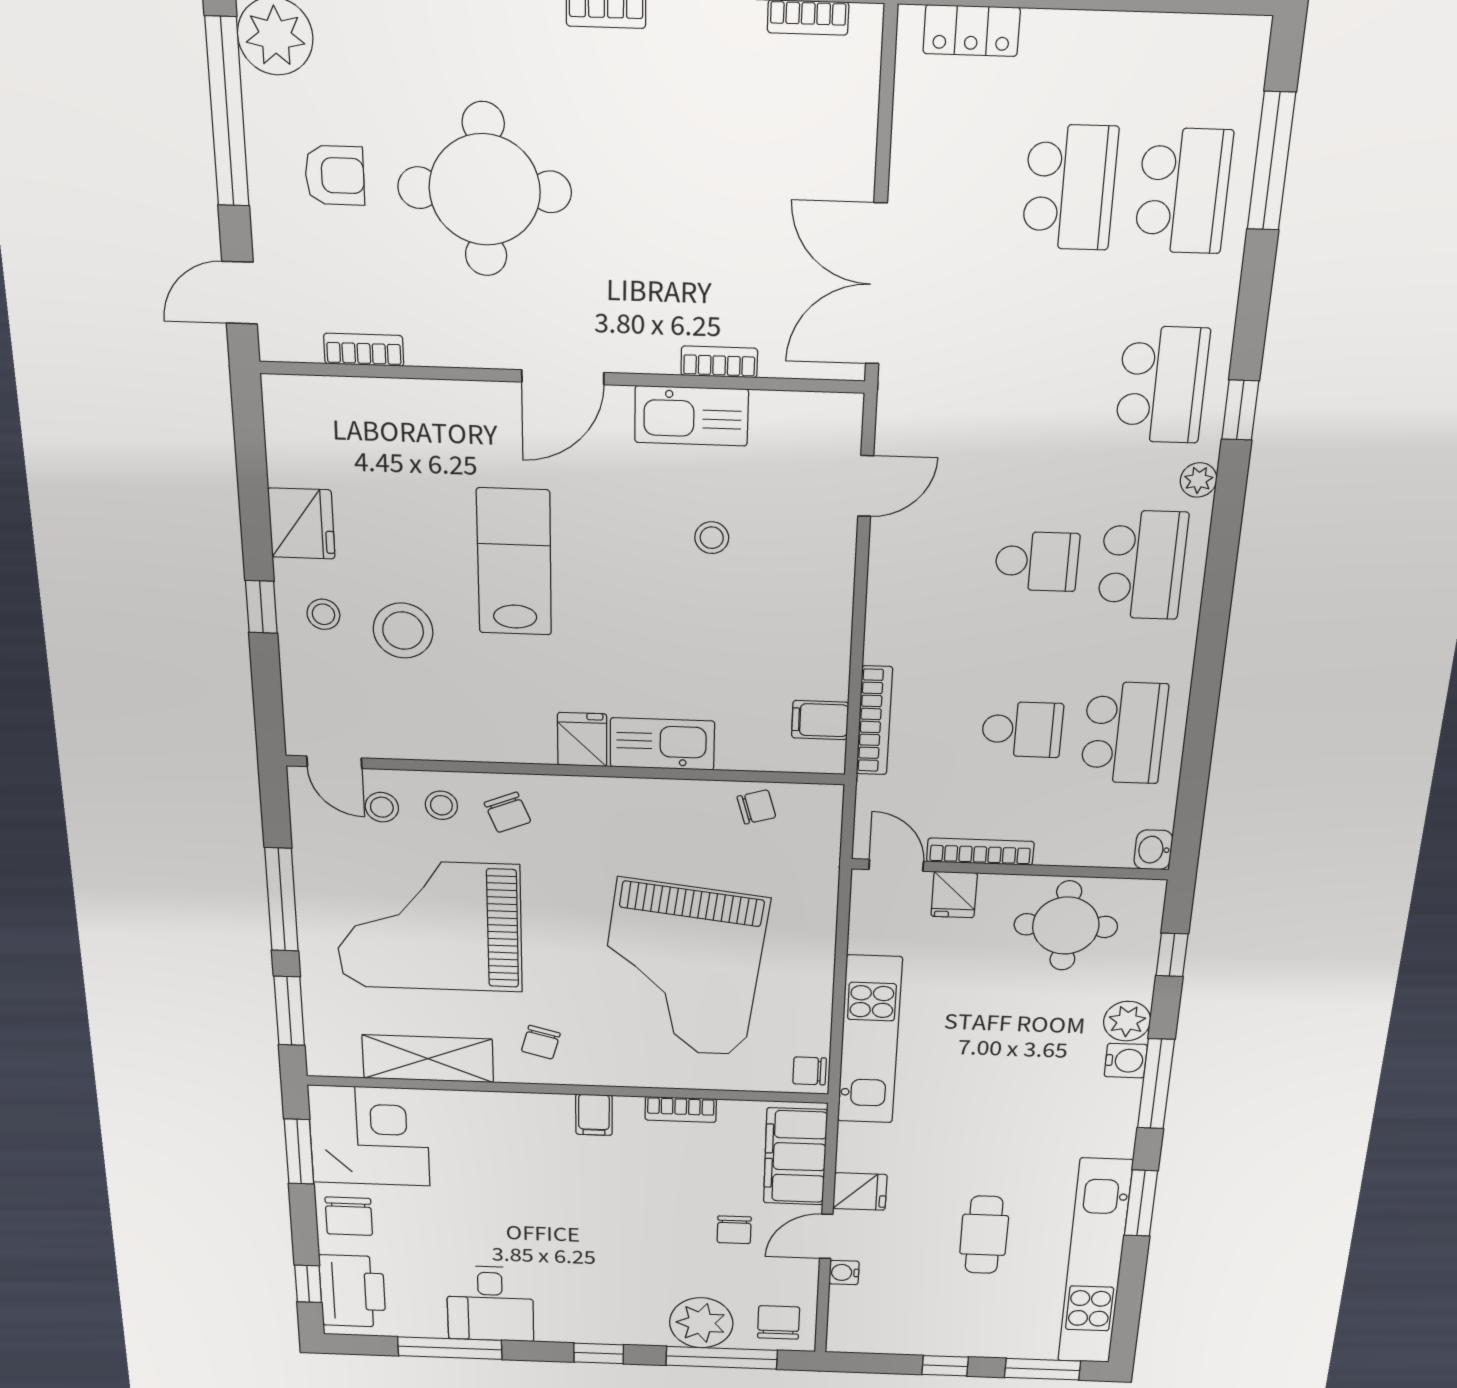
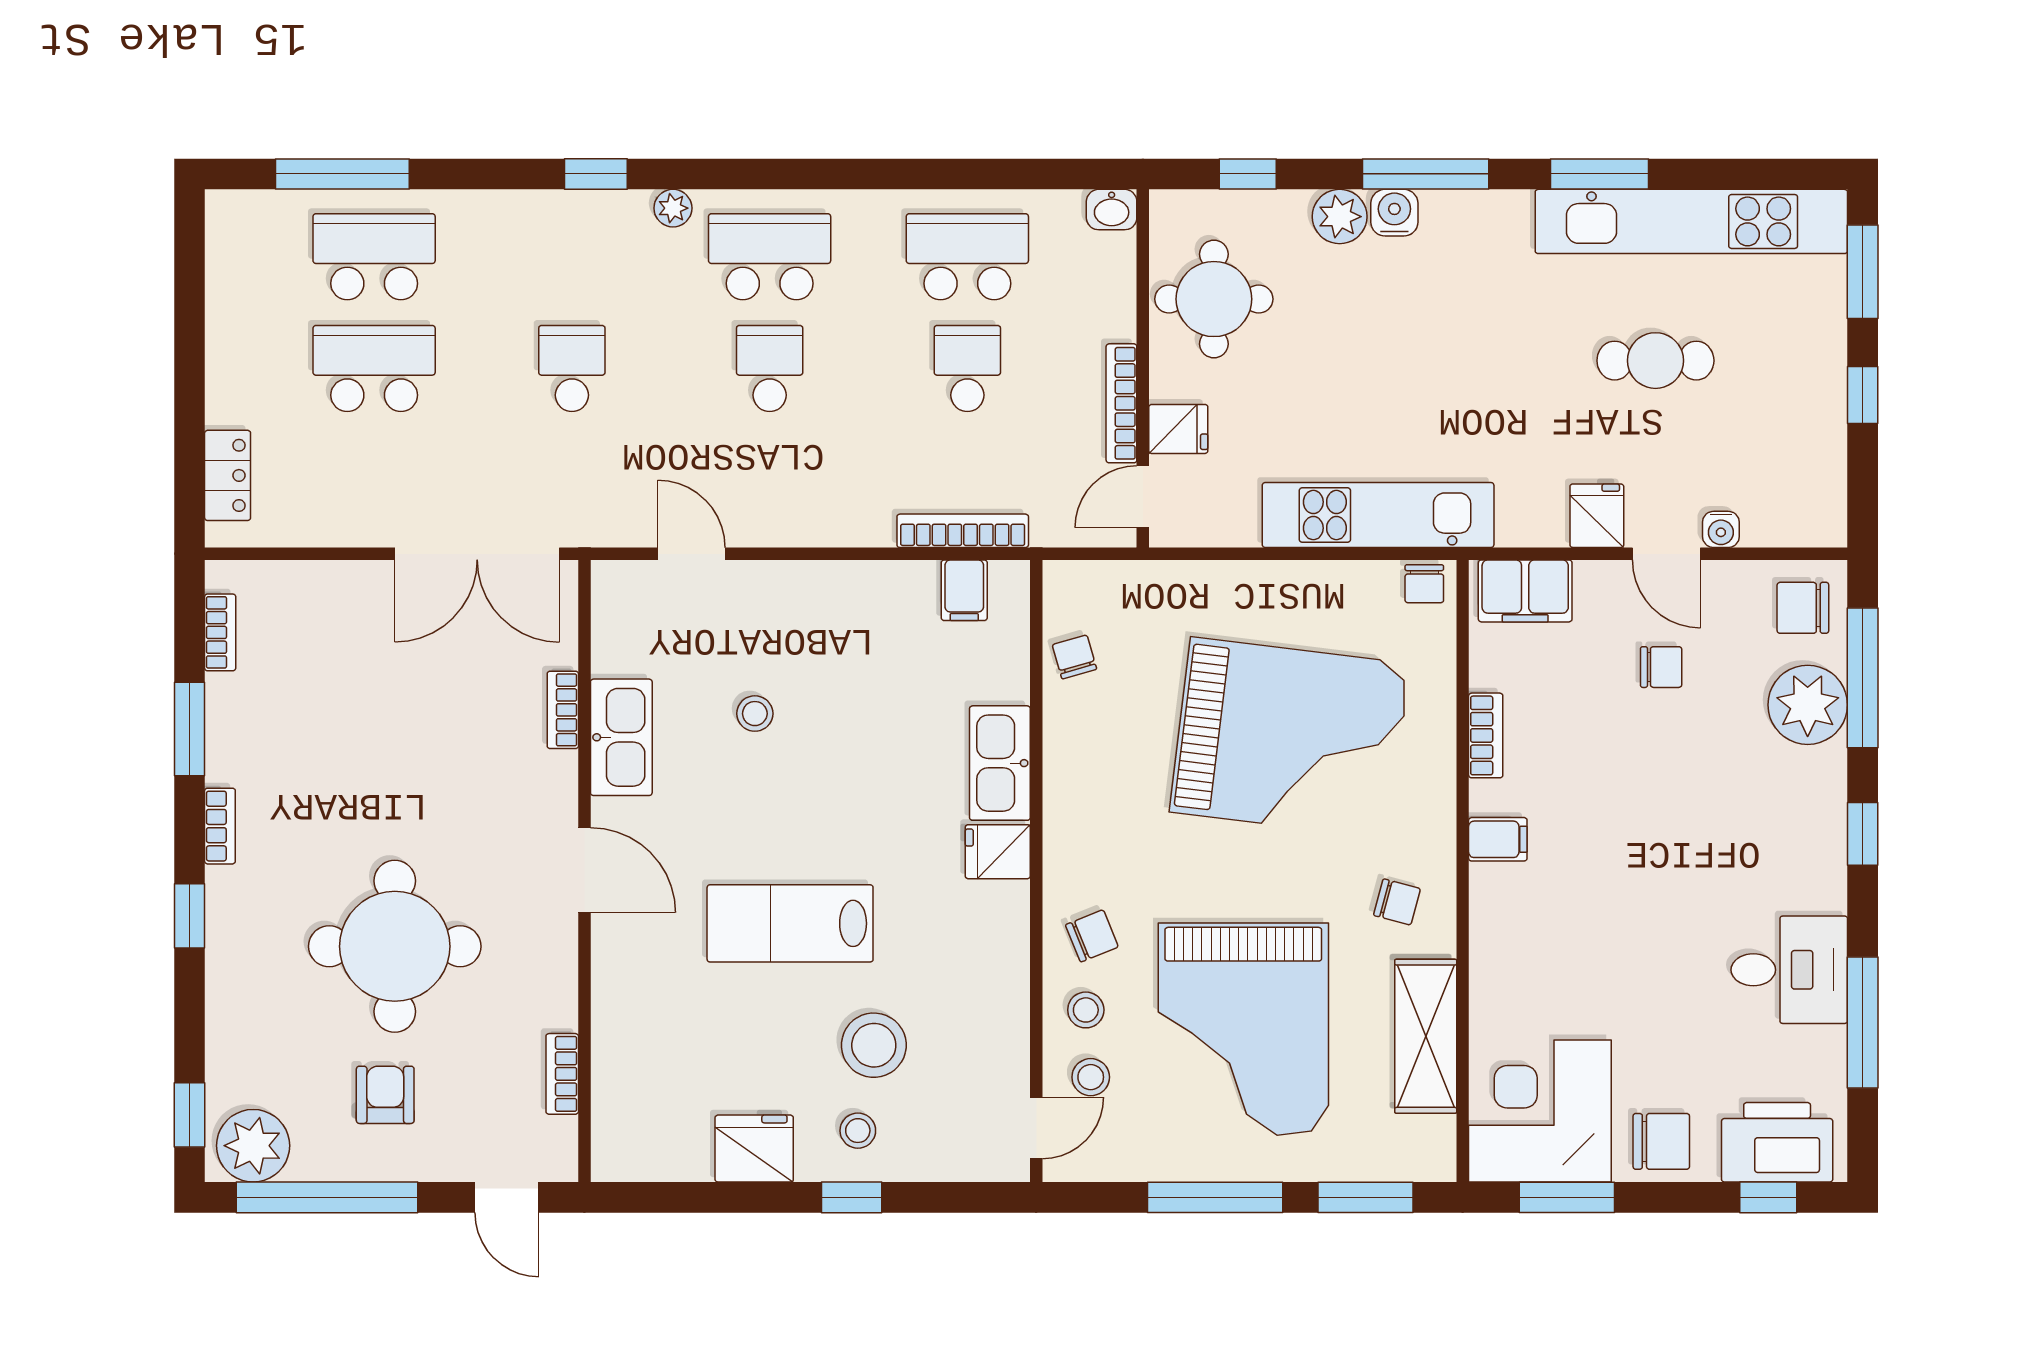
school desk: (1162, 385) -> (572, 368), moved, width x0.54
filing cabinet: (795, 1157) -> (1525, 591), width x0.67, depth x0.86

